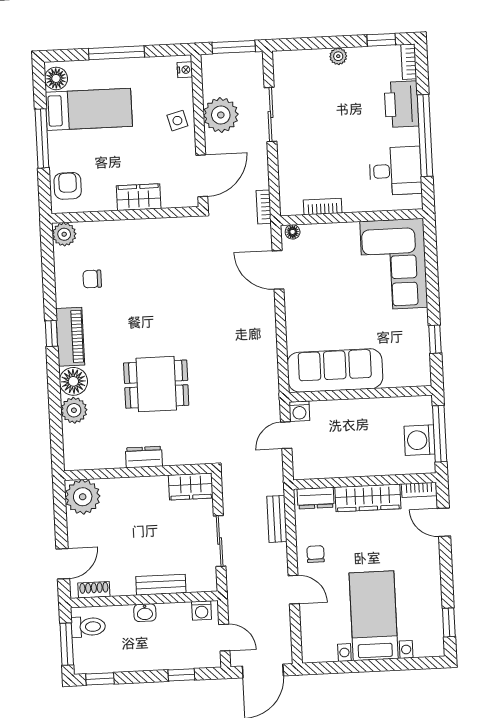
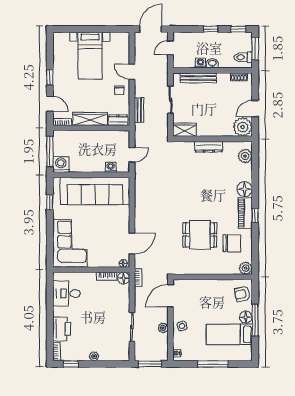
floor lamp: (56, 78) -> (246, 317), moved
plant: (221, 115) -> (163, 328), width x0.53, depth x0.53
window: (425, 135) -> (50, 312), removed
armchair: (68, 186) -> (243, 294), turned 78
wardrobe: (139, 197) -> (205, 286), removed
floor lamp: (291, 204) -> (124, 278), added
door: (278, 270) -> (132, 243), hinge flipped
chair: (92, 279) -> (232, 243), width x1.87, depth x1.87
sofa: (335, 370) -> (95, 191), width x1.36, depth x1.27
dining table: (156, 384) -> (200, 235), moved
plant: (74, 410) -> (245, 156), moved
washing machine: (299, 411) -> (111, 167), moved
washing machine: (420, 440) -> (61, 165), moved, turned -90
dresser: (144, 457) -> (209, 147), width x1.44
door: (63, 564) -> (255, 109), moved
bench: (161, 585) -> (198, 78), width x1.36
washing machine: (202, 611) -> (201, 63), moved
window: (449, 622) -> (50, 77), moved
door: (224, 638) -> (170, 48), hinge flipped
window: (181, 675) -> (211, 29), moved

